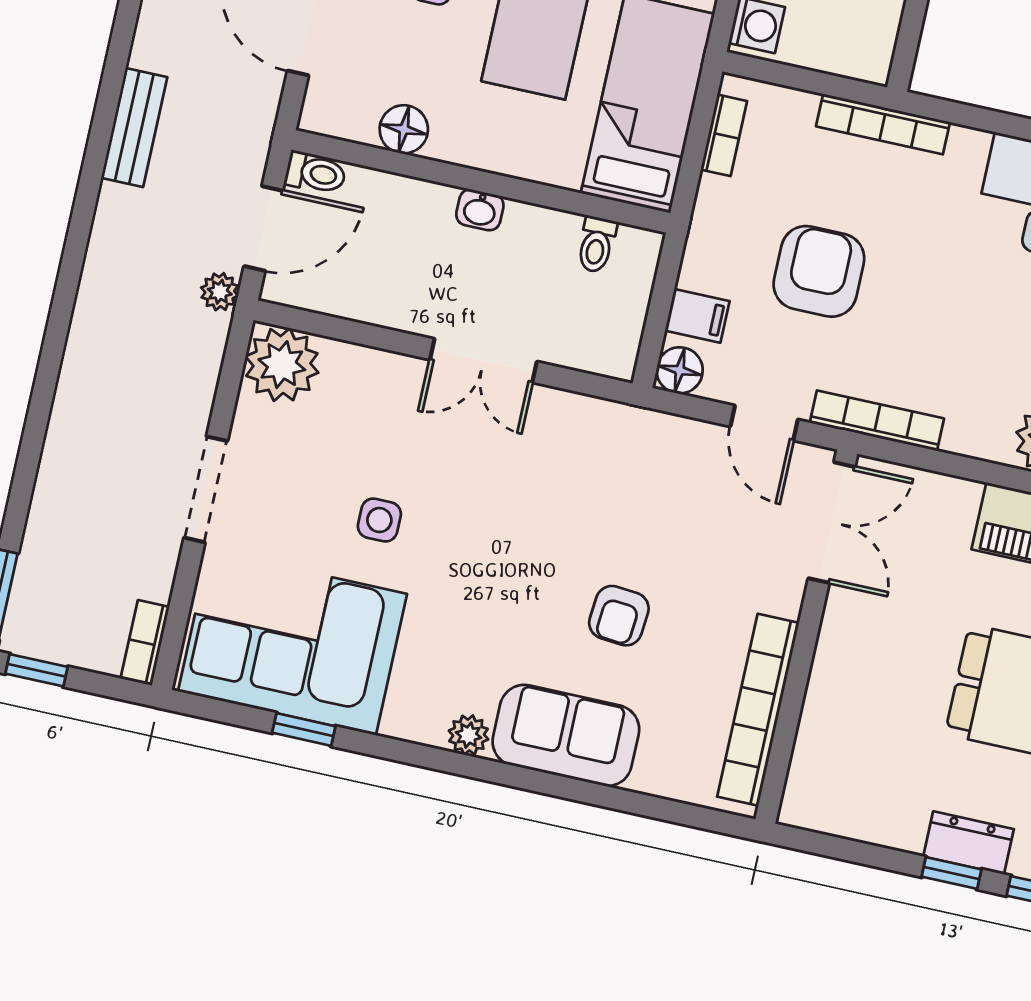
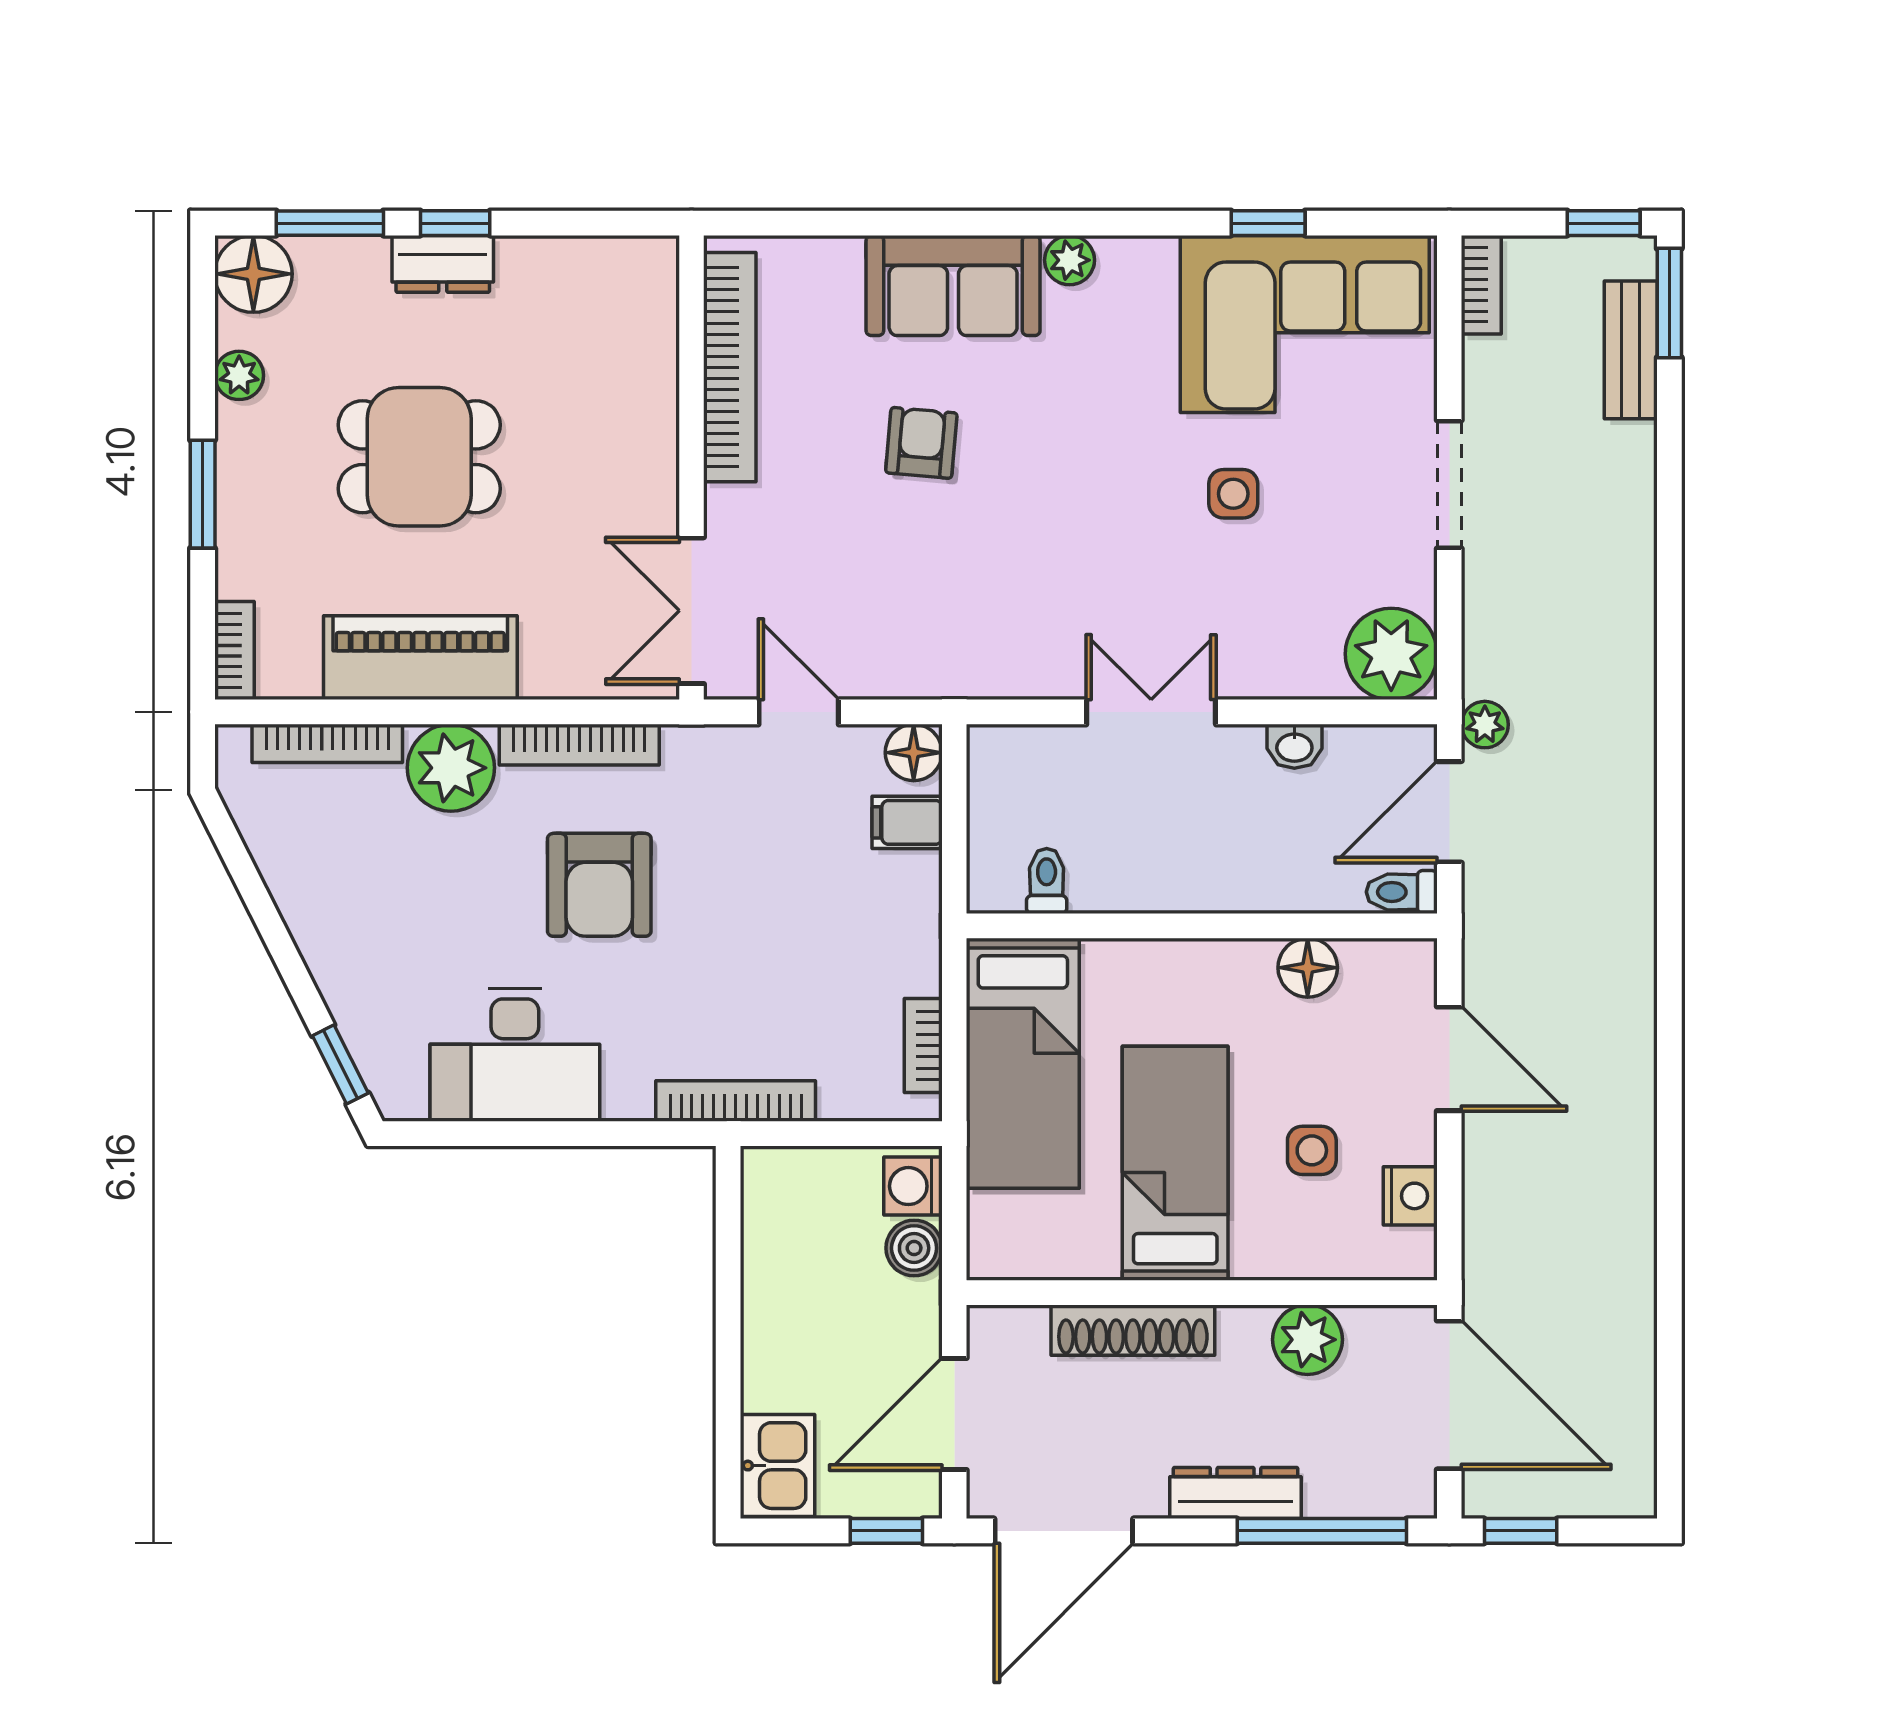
bench: (134, 128) -> (1631, 350), moved
washbasin: (480, 210) -> (1294, 746), moved, turned 180
armchair: (819, 271) -> (599, 885), moved
bookcase: (877, 421) -> (579, 745), moved

